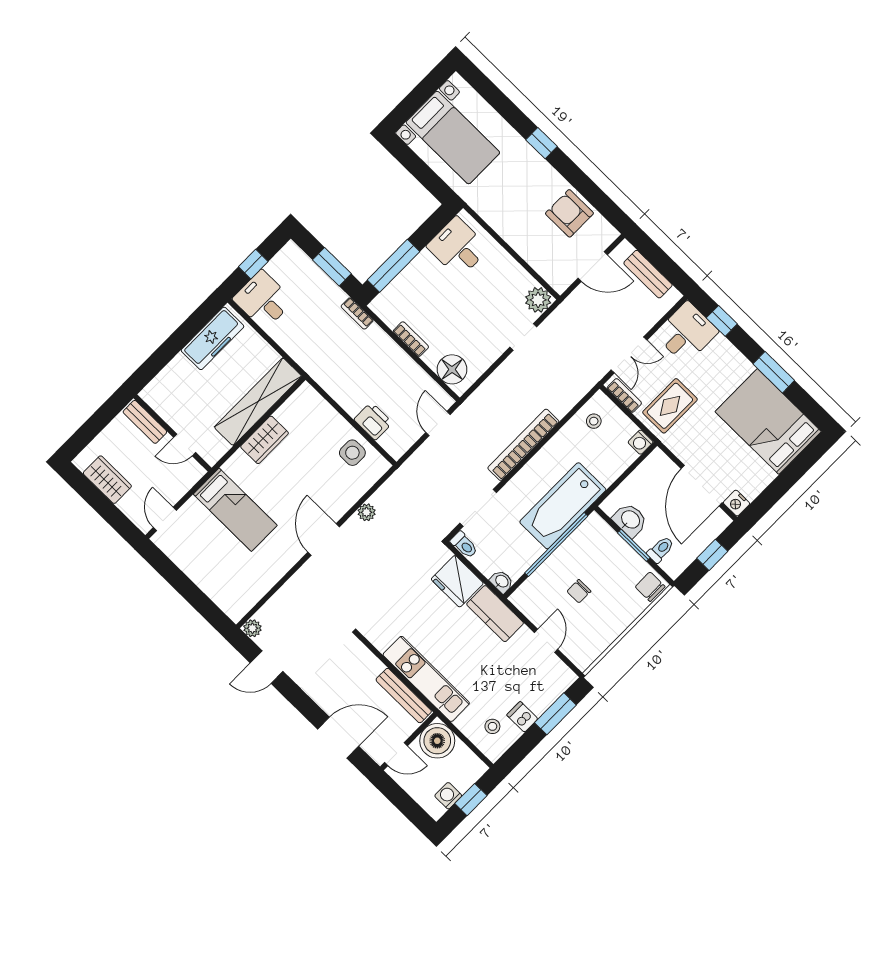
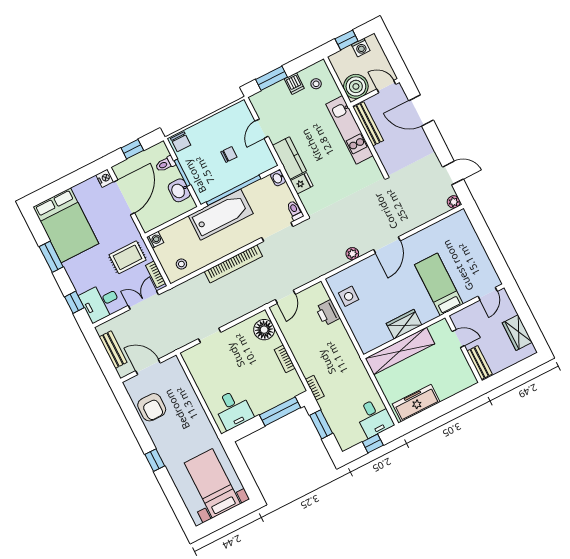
plant: (538, 300) -> (192, 357), removed
fridge: (457, 581) -> (302, 183), width x0.53, depth x0.75

